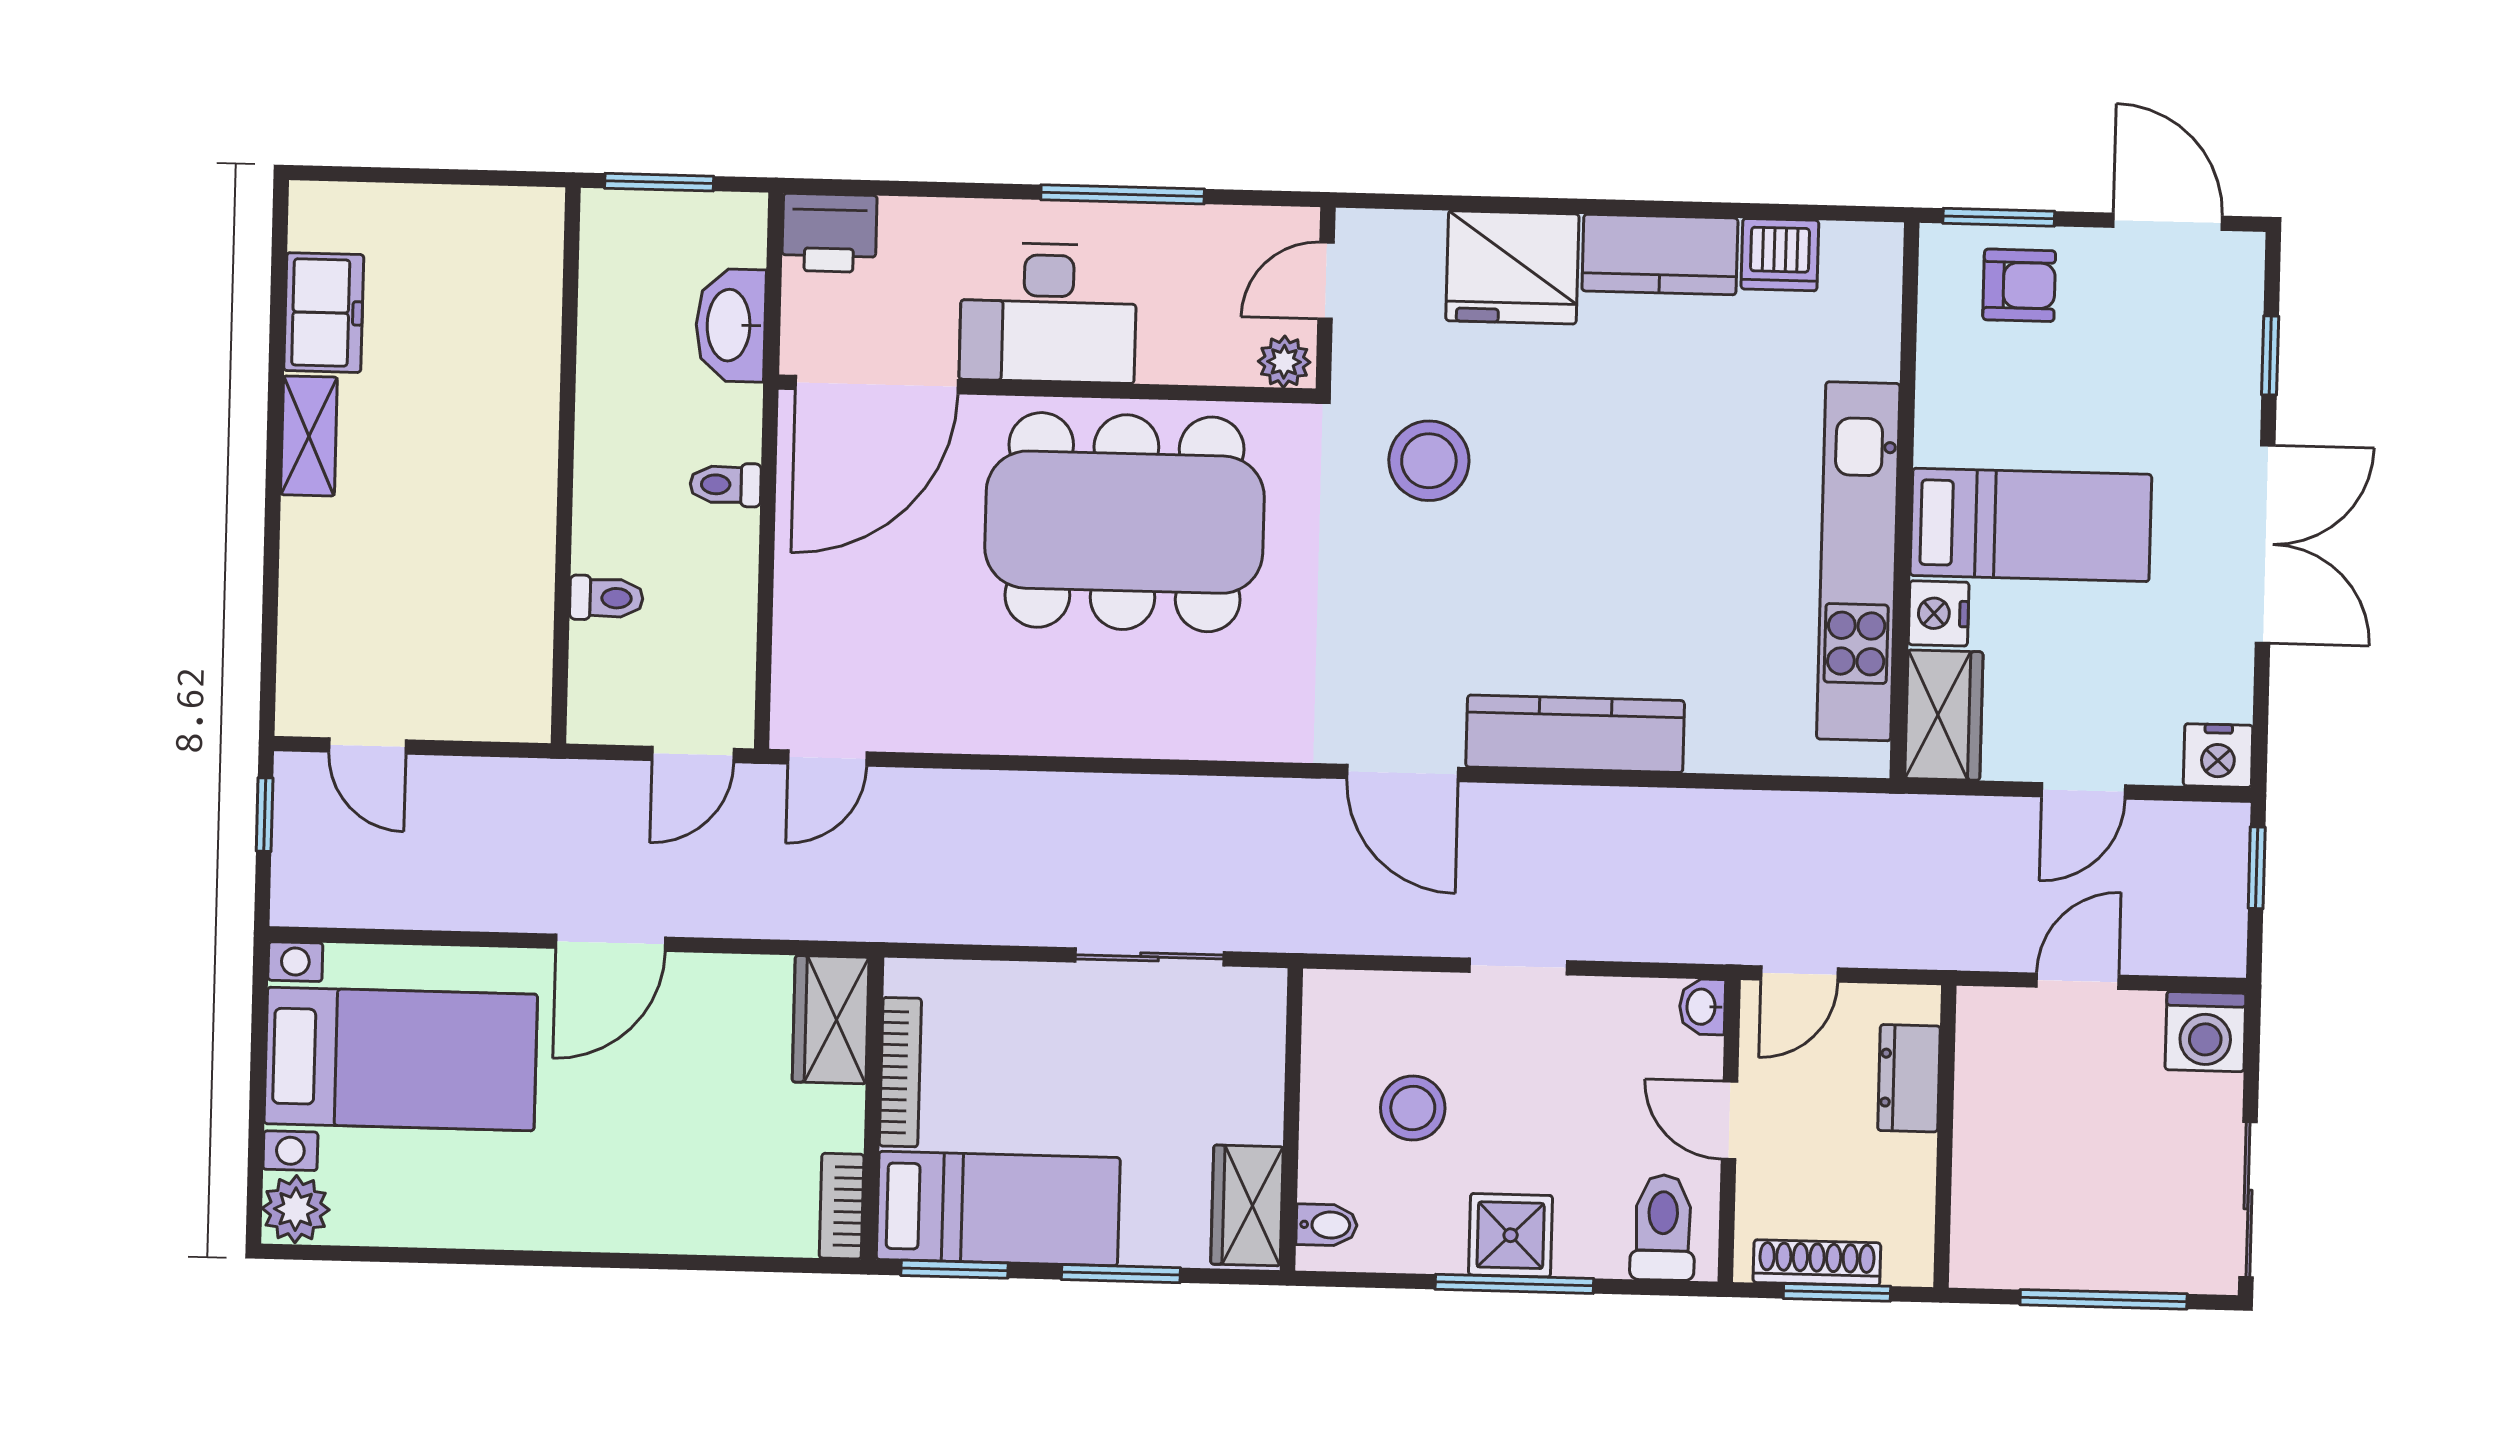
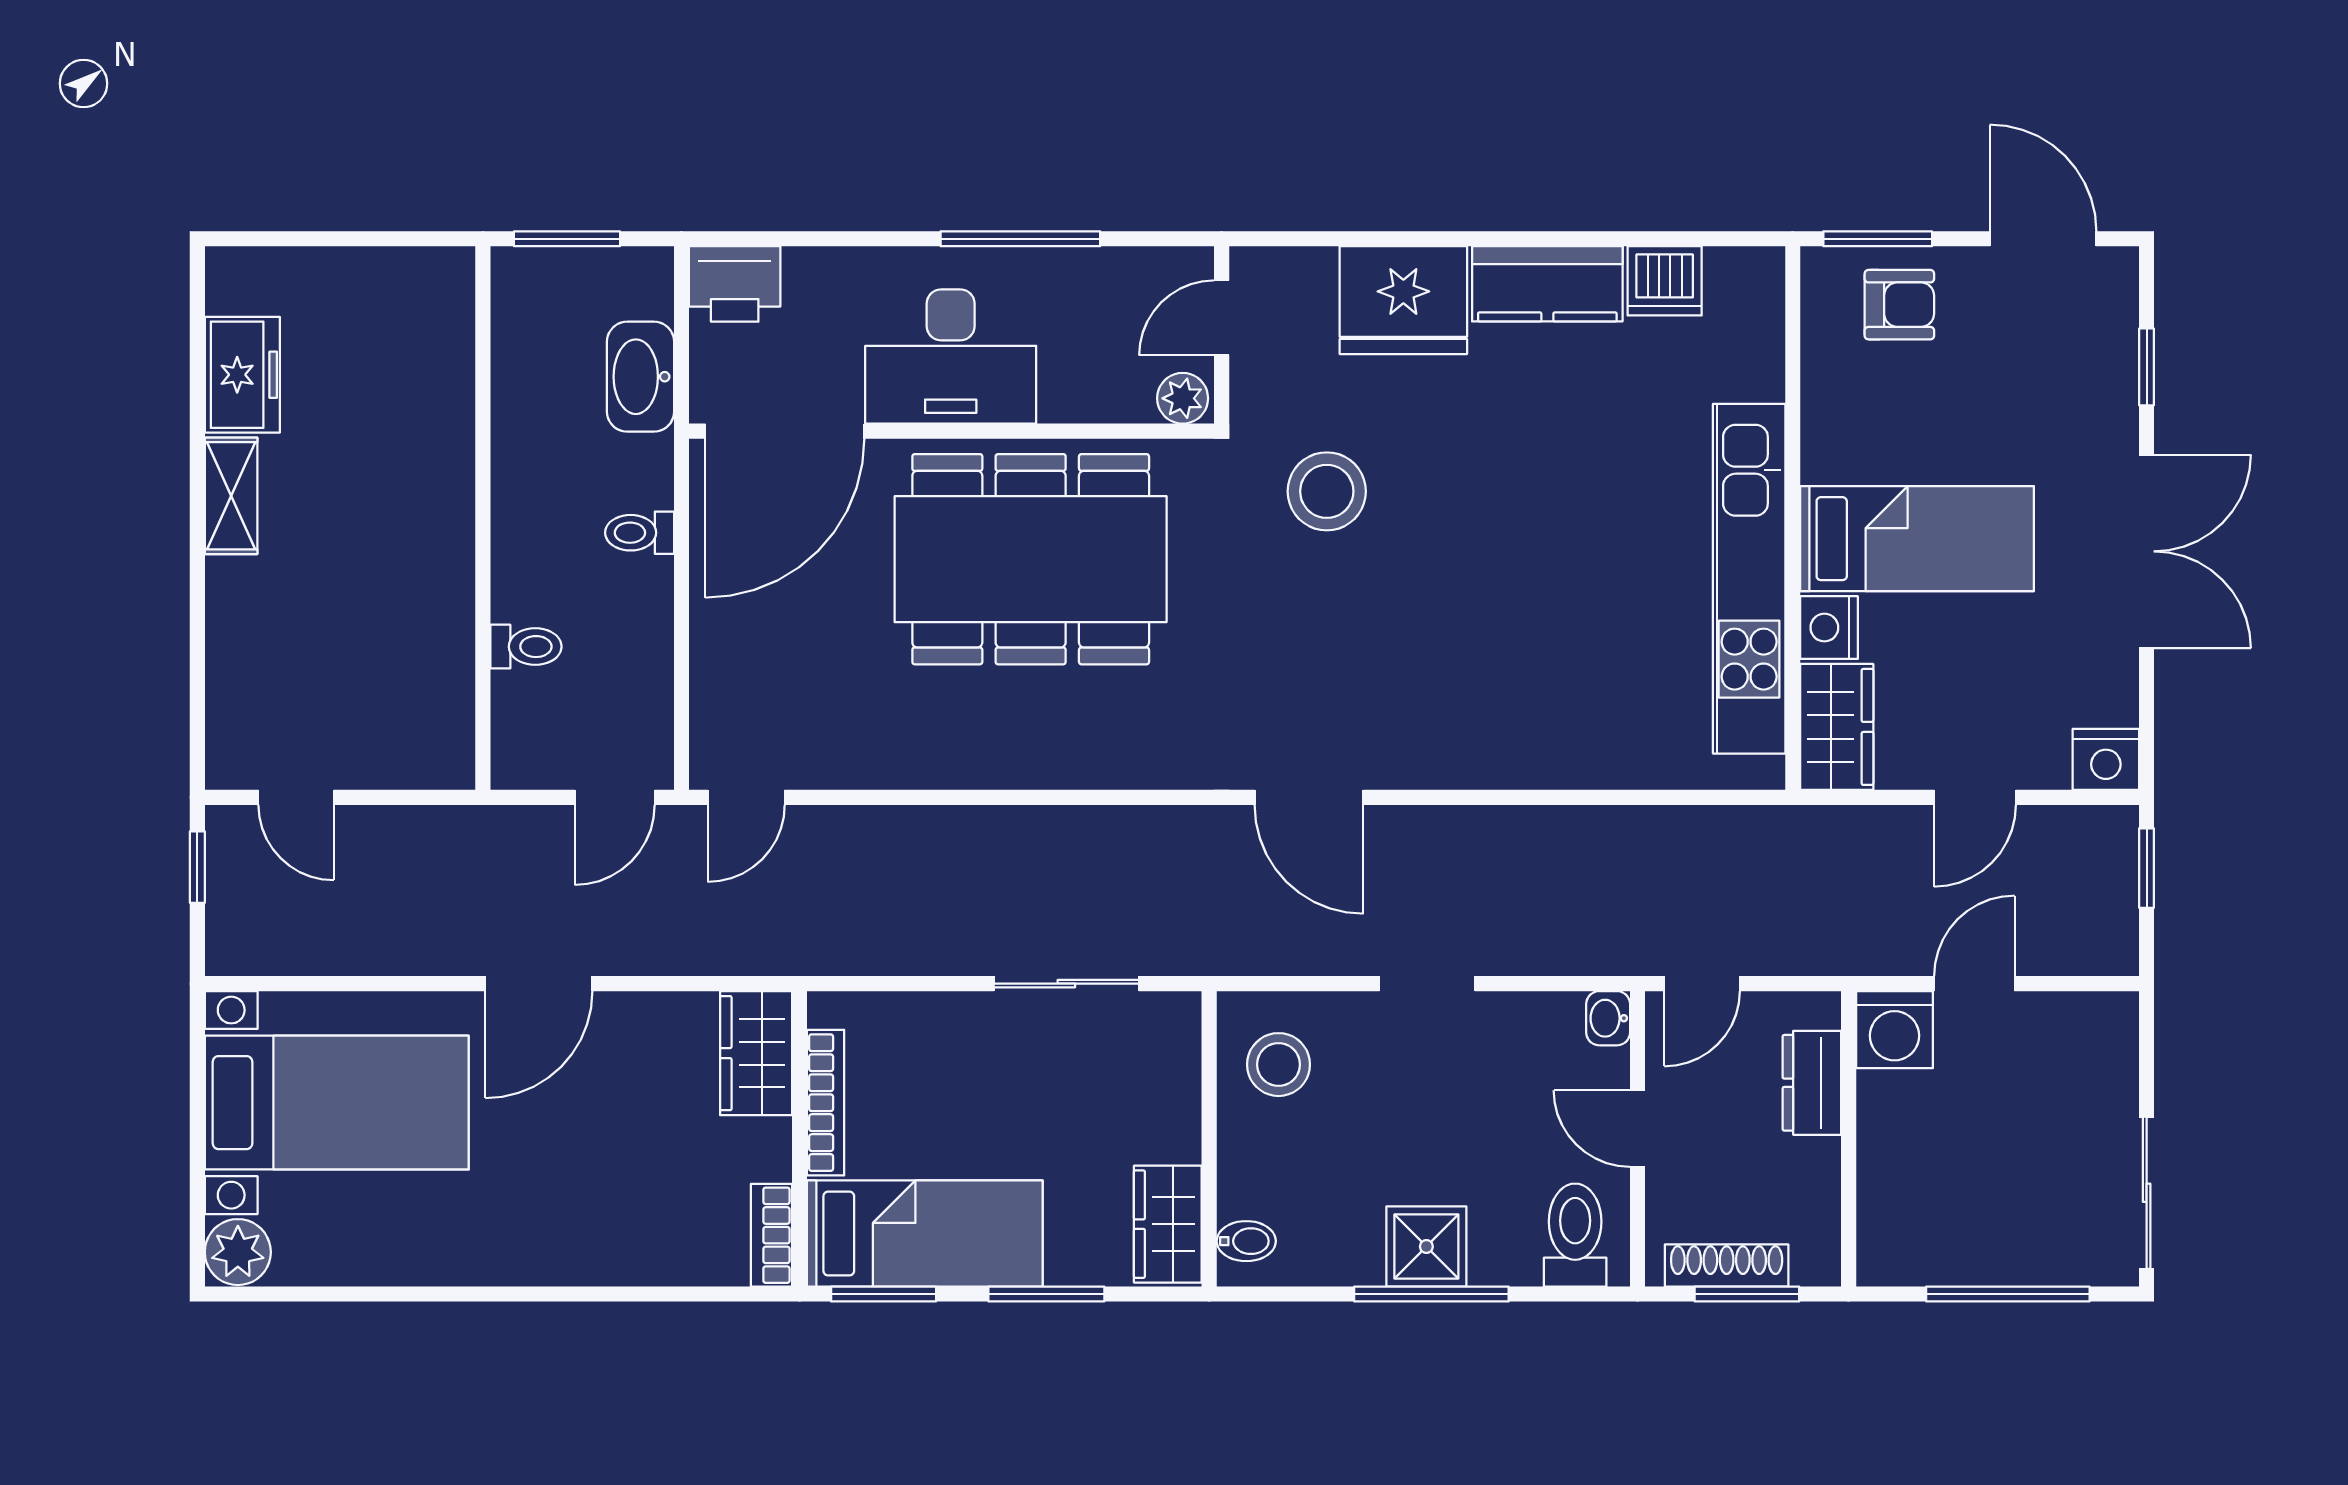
kitchen counter: (1575, 734) -> (1477, 755), removed
washing machine: (2205, 1032) -> (1894, 1030), moved
stool: (1413, 1108) -> (1279, 1065), moved

